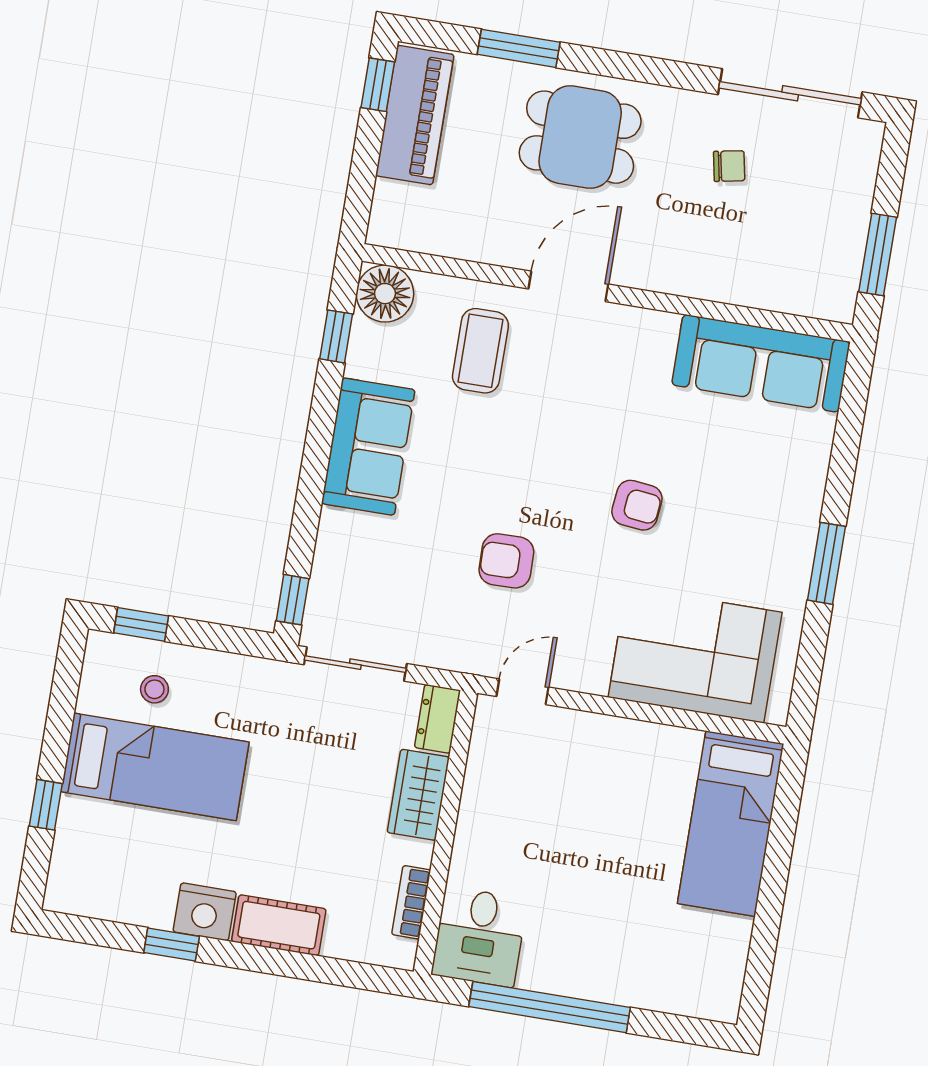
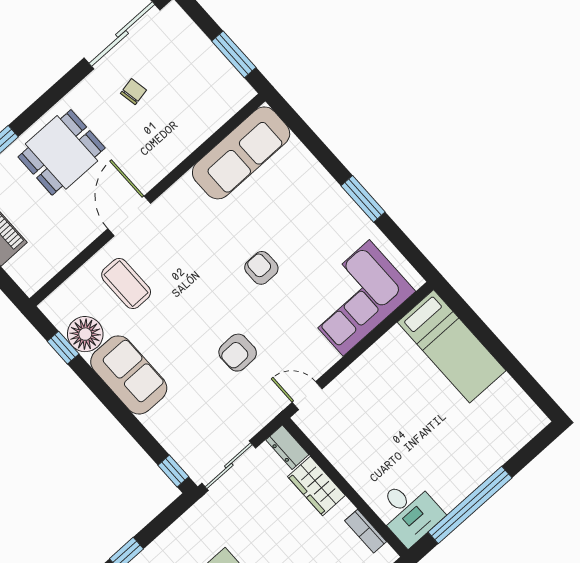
floor lamp: (385, 294) -> (85, 334), moved
armchair: (637, 505) -> (261, 268), turned -96
door: (523, 692) -> (307, 396), hinge flipped

